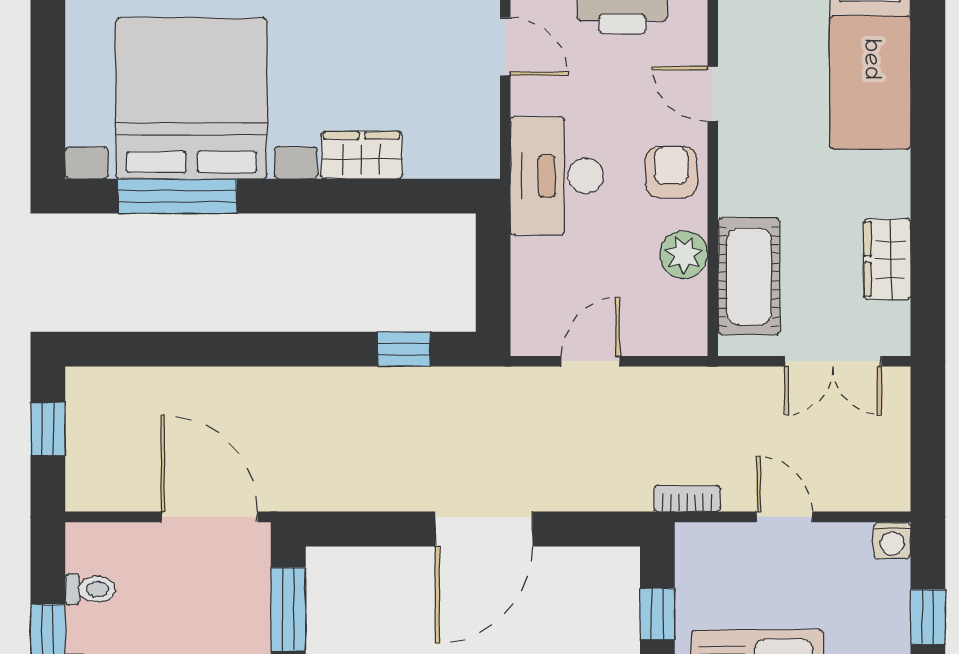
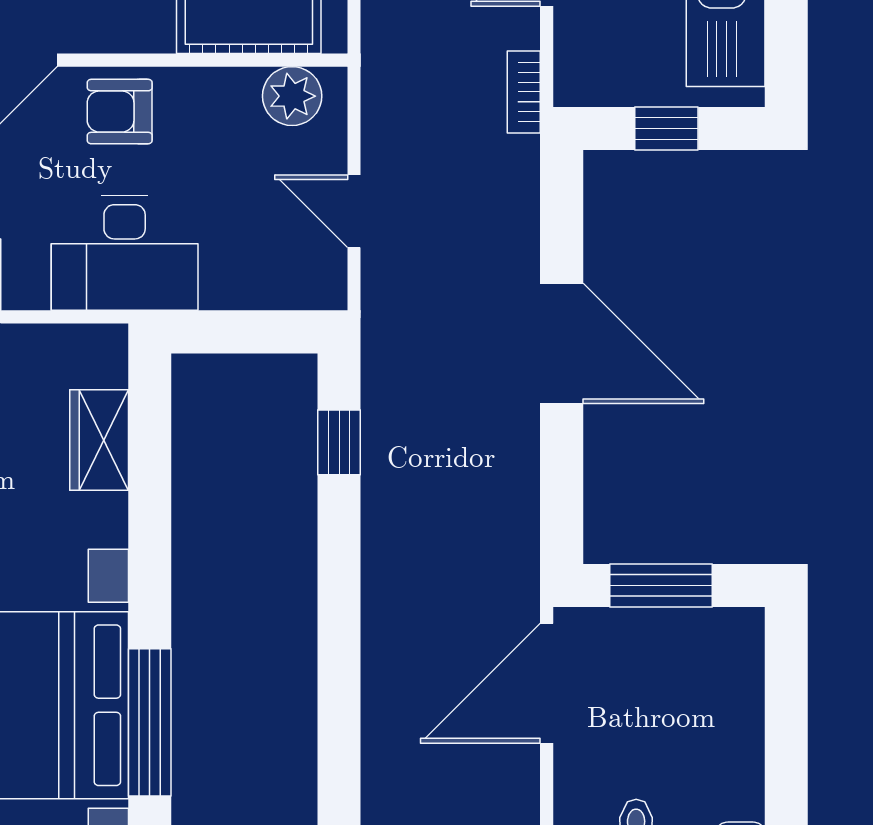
wardrobe: (362, 155) -> (99, 440), moved
plant: (684, 255) -> (292, 96), moved

